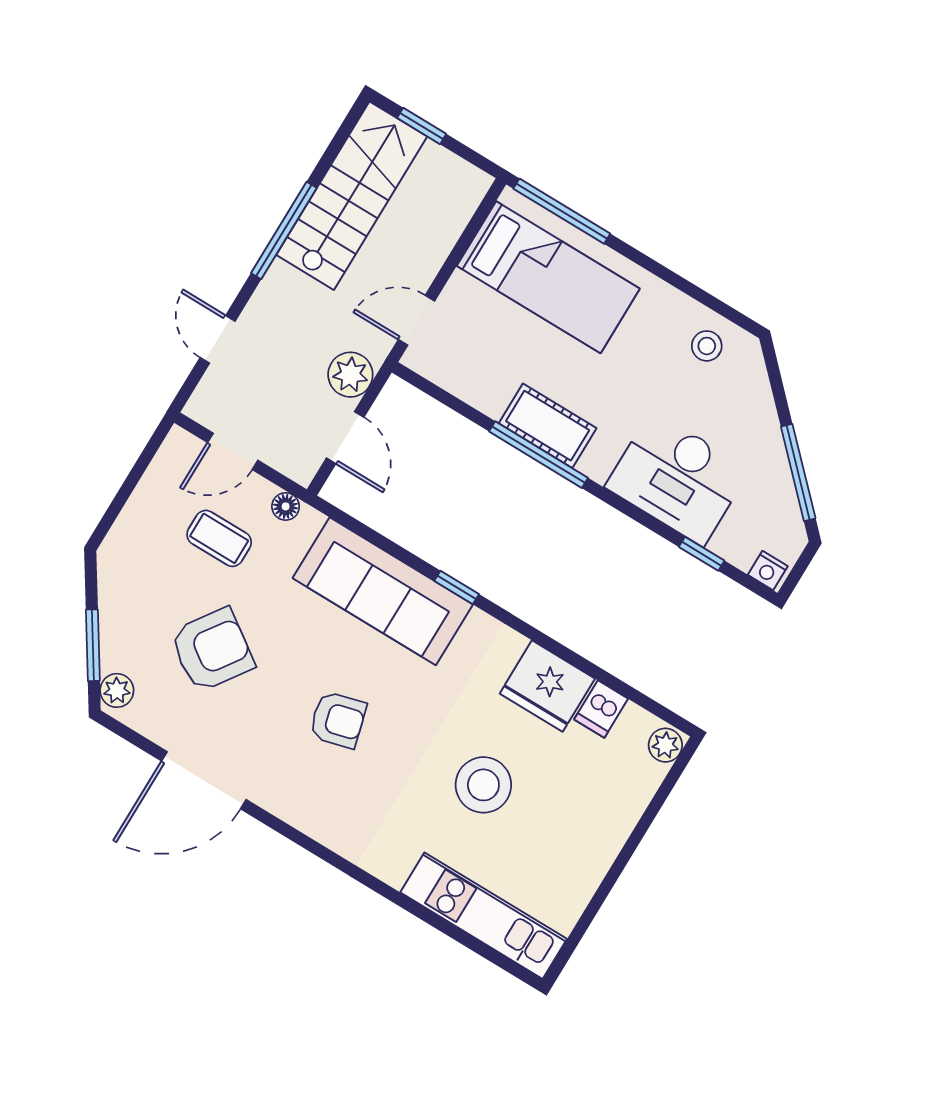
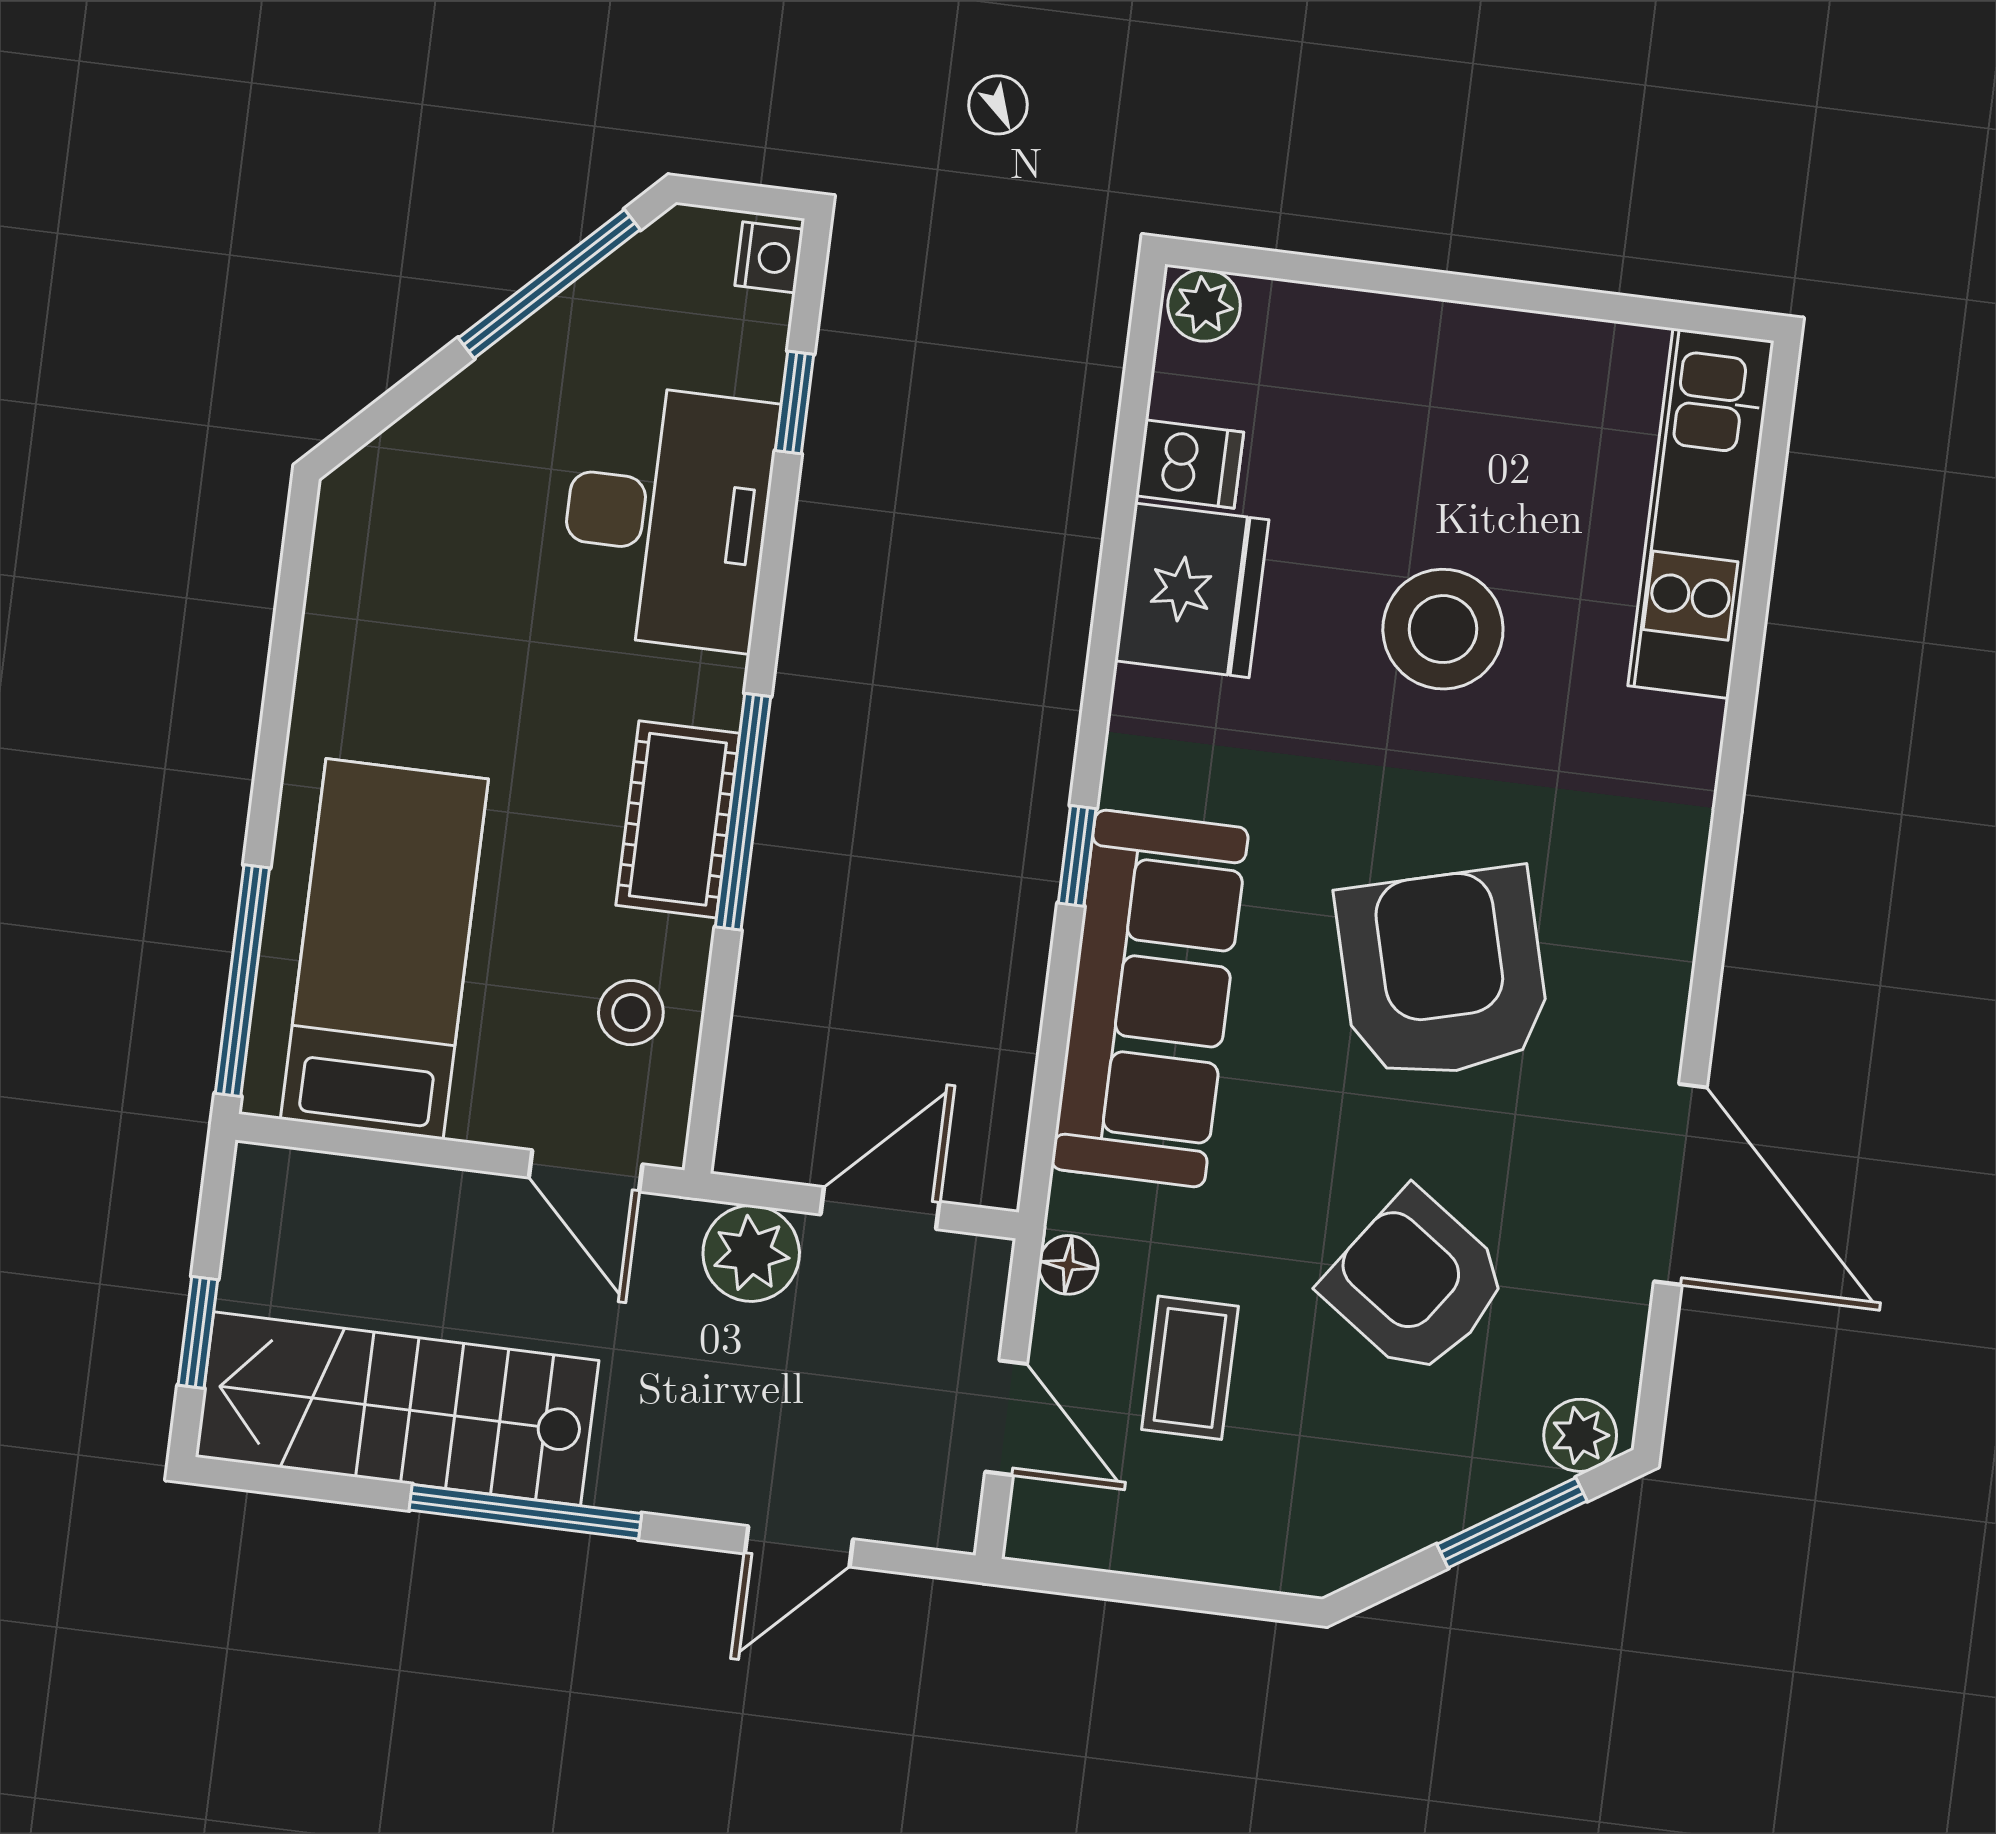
stool: (707, 346) -> (631, 1013), moved
armchair: (338, 720) -> (1443, 974), width x1.88, depth x1.88

